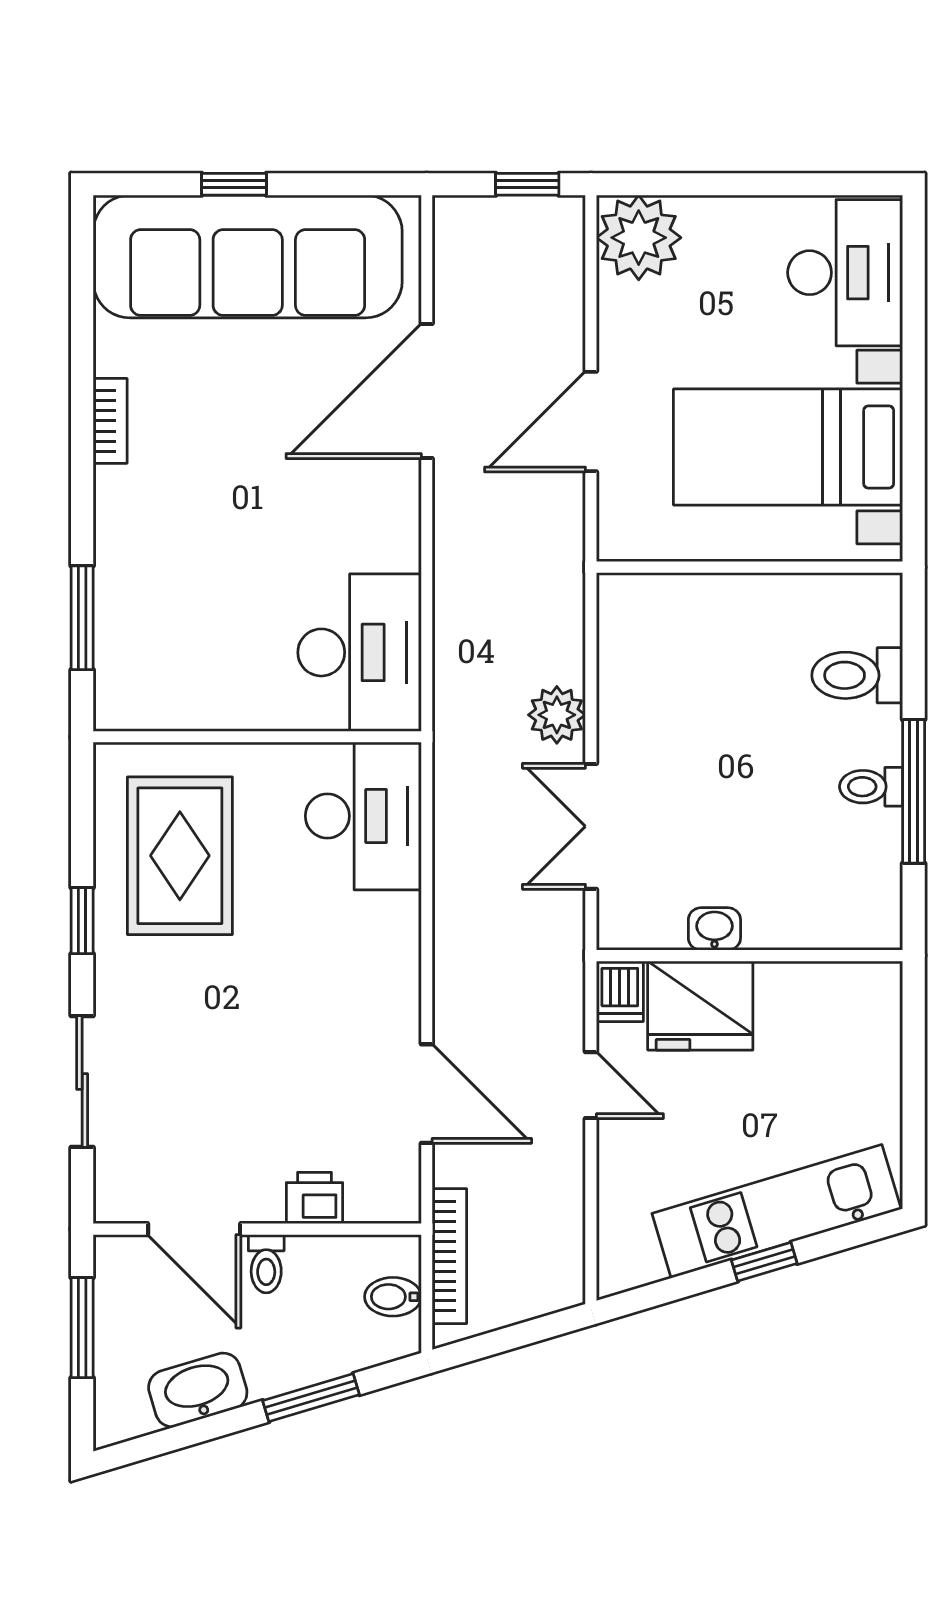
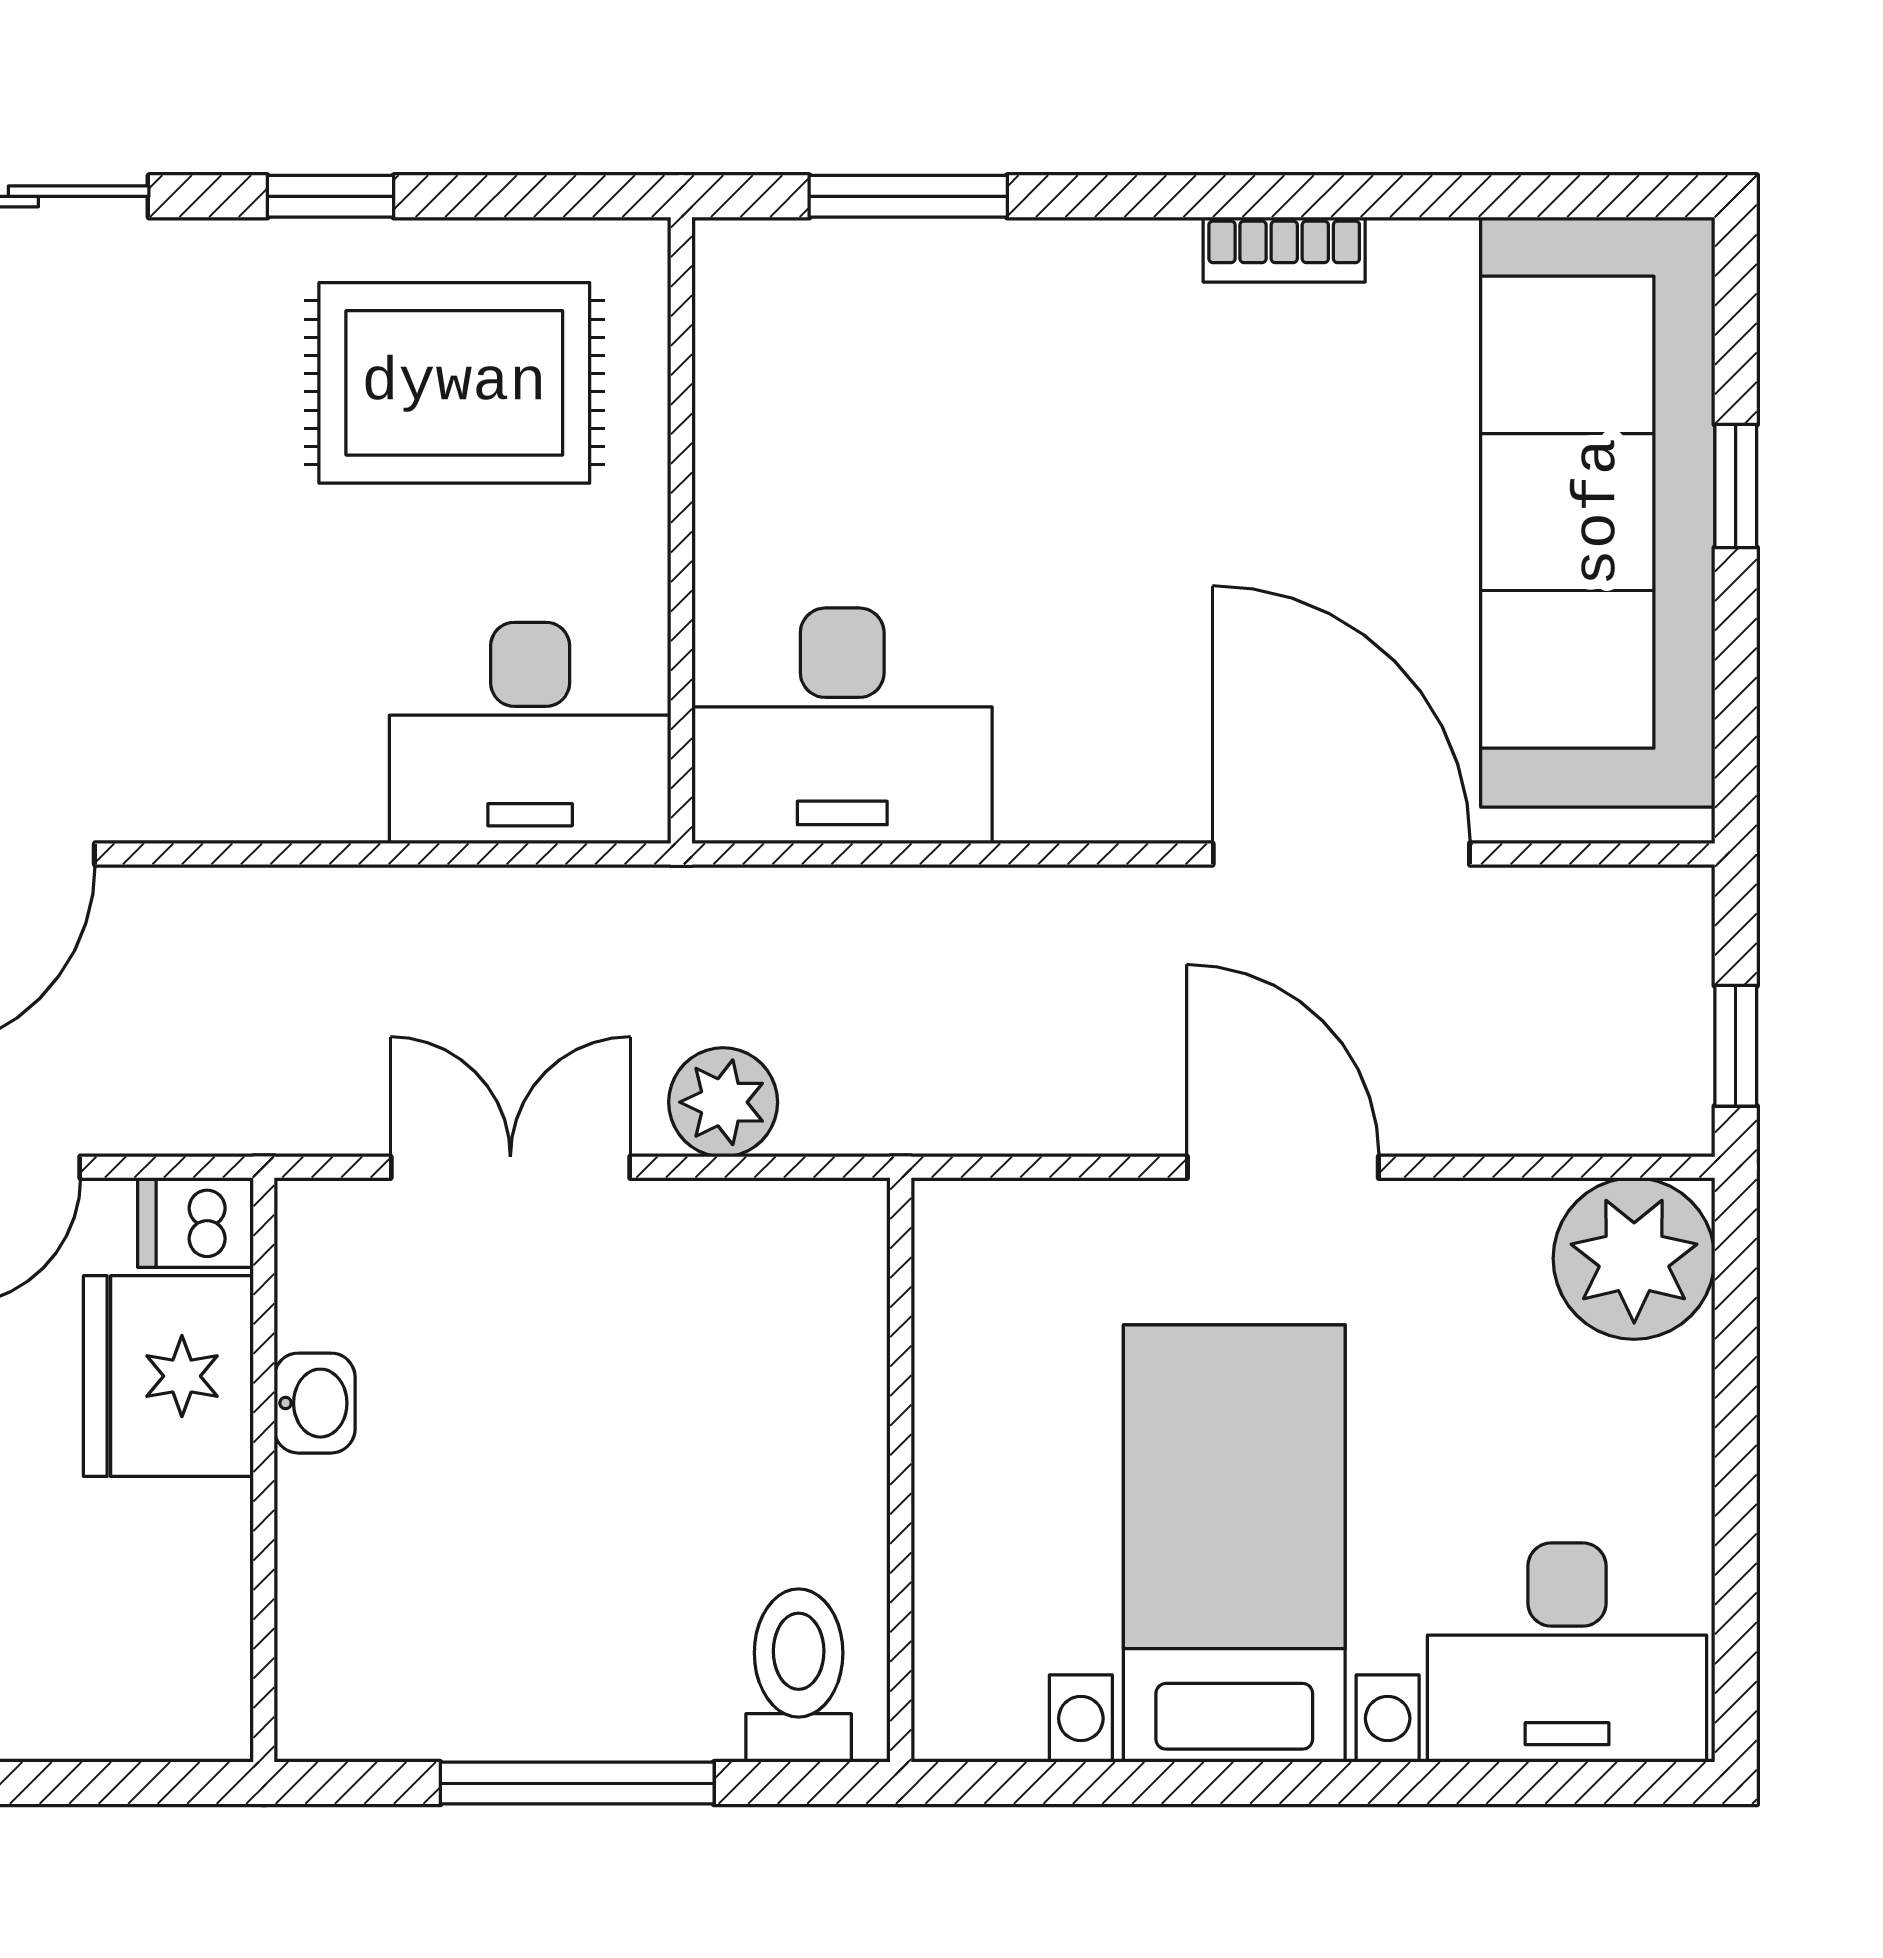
wall: (750, 567) -> (901, 1470), moved
toilet: (871, 787) -> (586, 1702), removed

